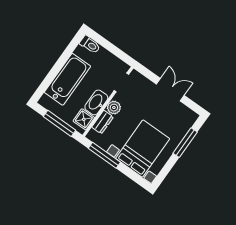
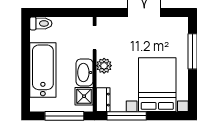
dresser: (103, 122) -> (103, 100), moved

